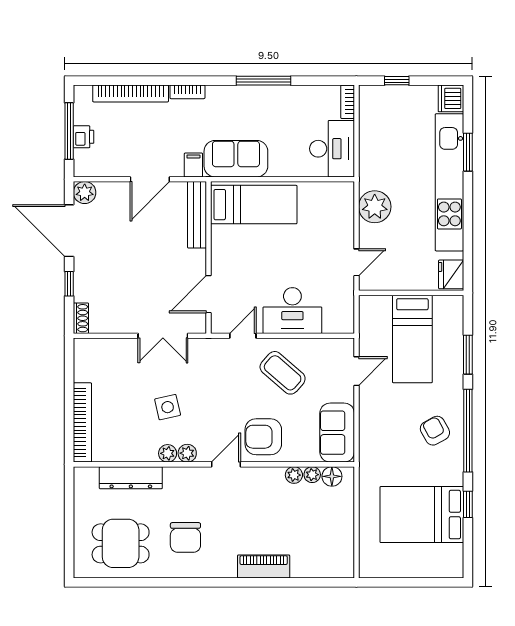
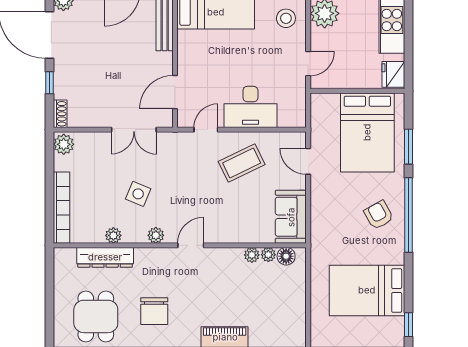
stool: (332, 212) -> (286, 18), added
bed: (412, 339) -> (367, 132), width x1.50
plant: (85, 352) -> (64, 144), added
door: (356, 371) -> (308, 161), swing flipped
coffee table: (283, 373) -> (242, 163), turned -67
side table: (168, 407) -> (138, 194), turned 36
armchair: (263, 437) -> (224, 220), removed
plant: (168, 453) -> (113, 235), moved
window: (468, 504) -> (408, 325), moved
dining table: (121, 543) -> (96, 316), turned 90

